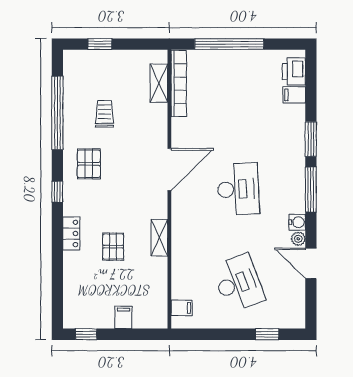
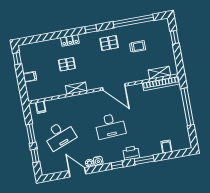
printer: (294, 71) -> (131, 153), moved
window: (311, 190) -> (117, 165), width x0.46
door: (311, 263) -> (77, 172), hinge flipped
window: (226, 334) -> (31, 134), added

